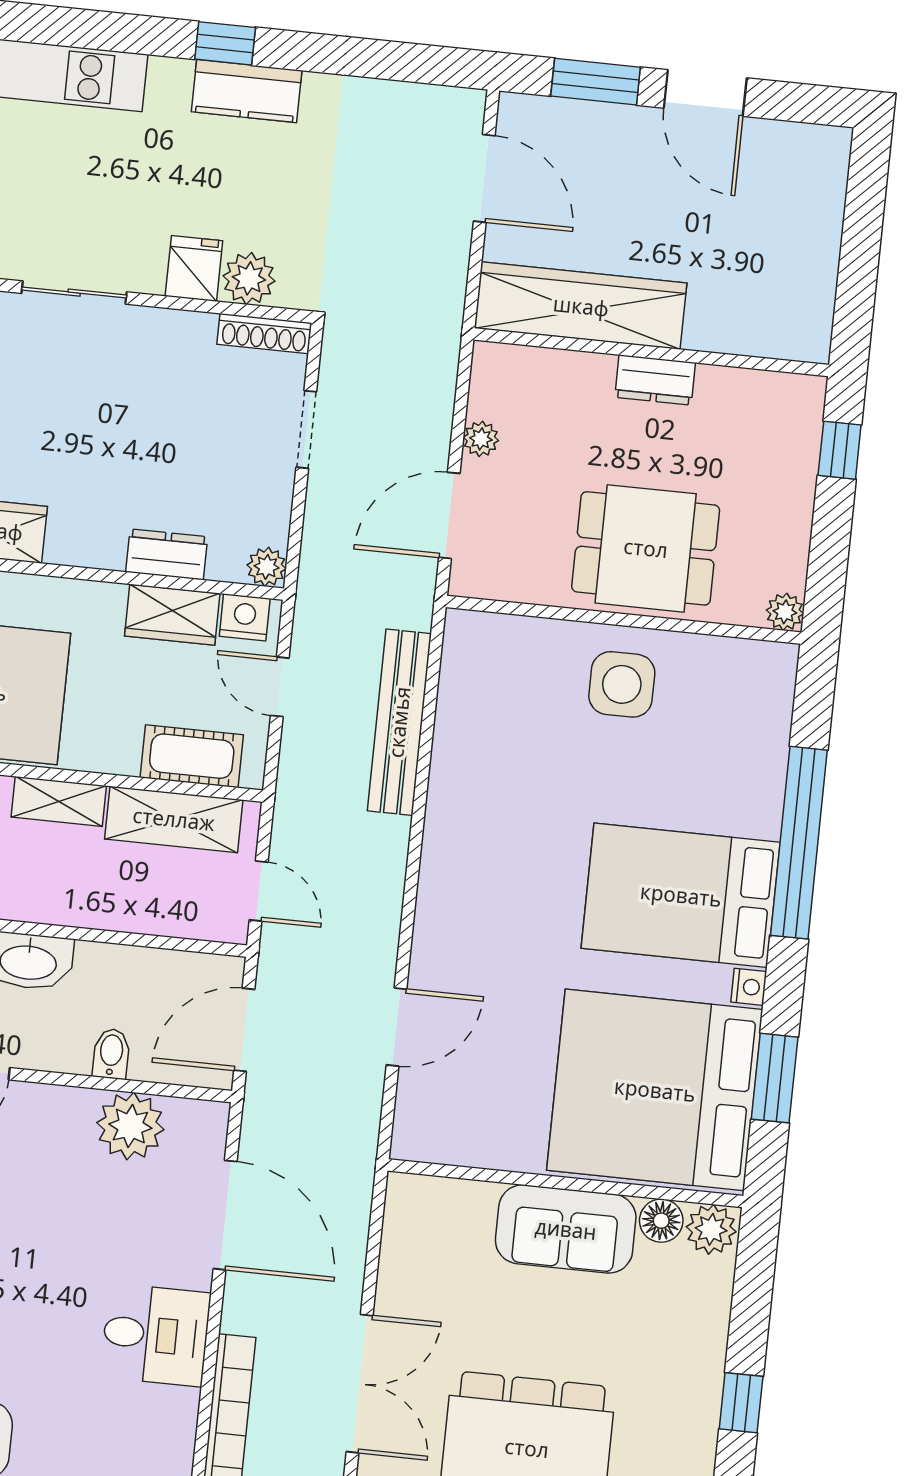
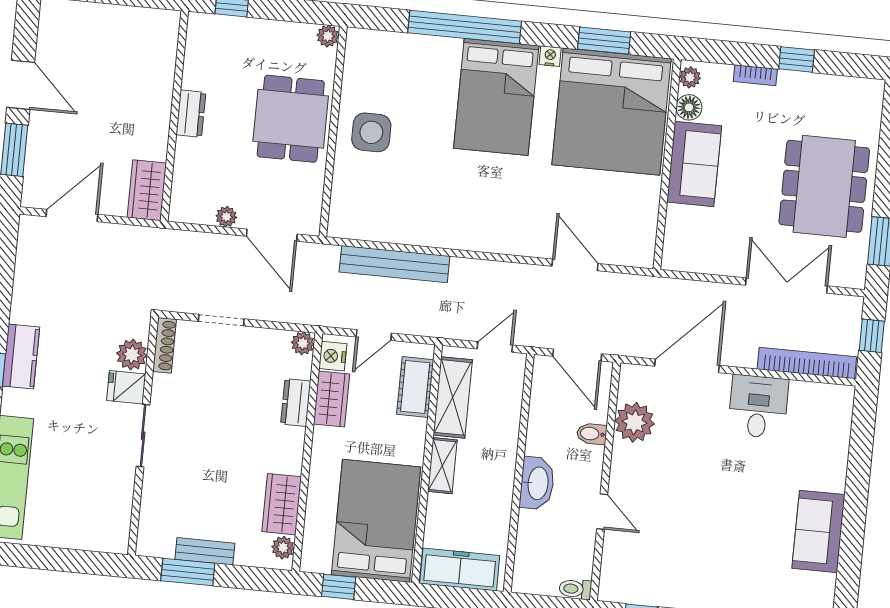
door: (705, 93) -> (21, 85), hinge flipped
sliding door: (74, 293) -> (143, 436), moved
wardrobe: (581, 306) -> (147, 190), width x0.48, depth x0.85
plant: (711, 1229) -> (690, 77), width x0.73, depth x0.73
bookcase: (715, 1333) -> (755, 75), added

